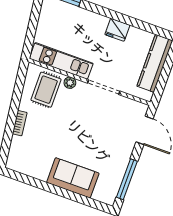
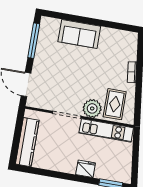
fridge: (117, 30) -> (86, 169), moved
plant: (70, 83) -> (92, 108), width x1.88, depth x1.88

